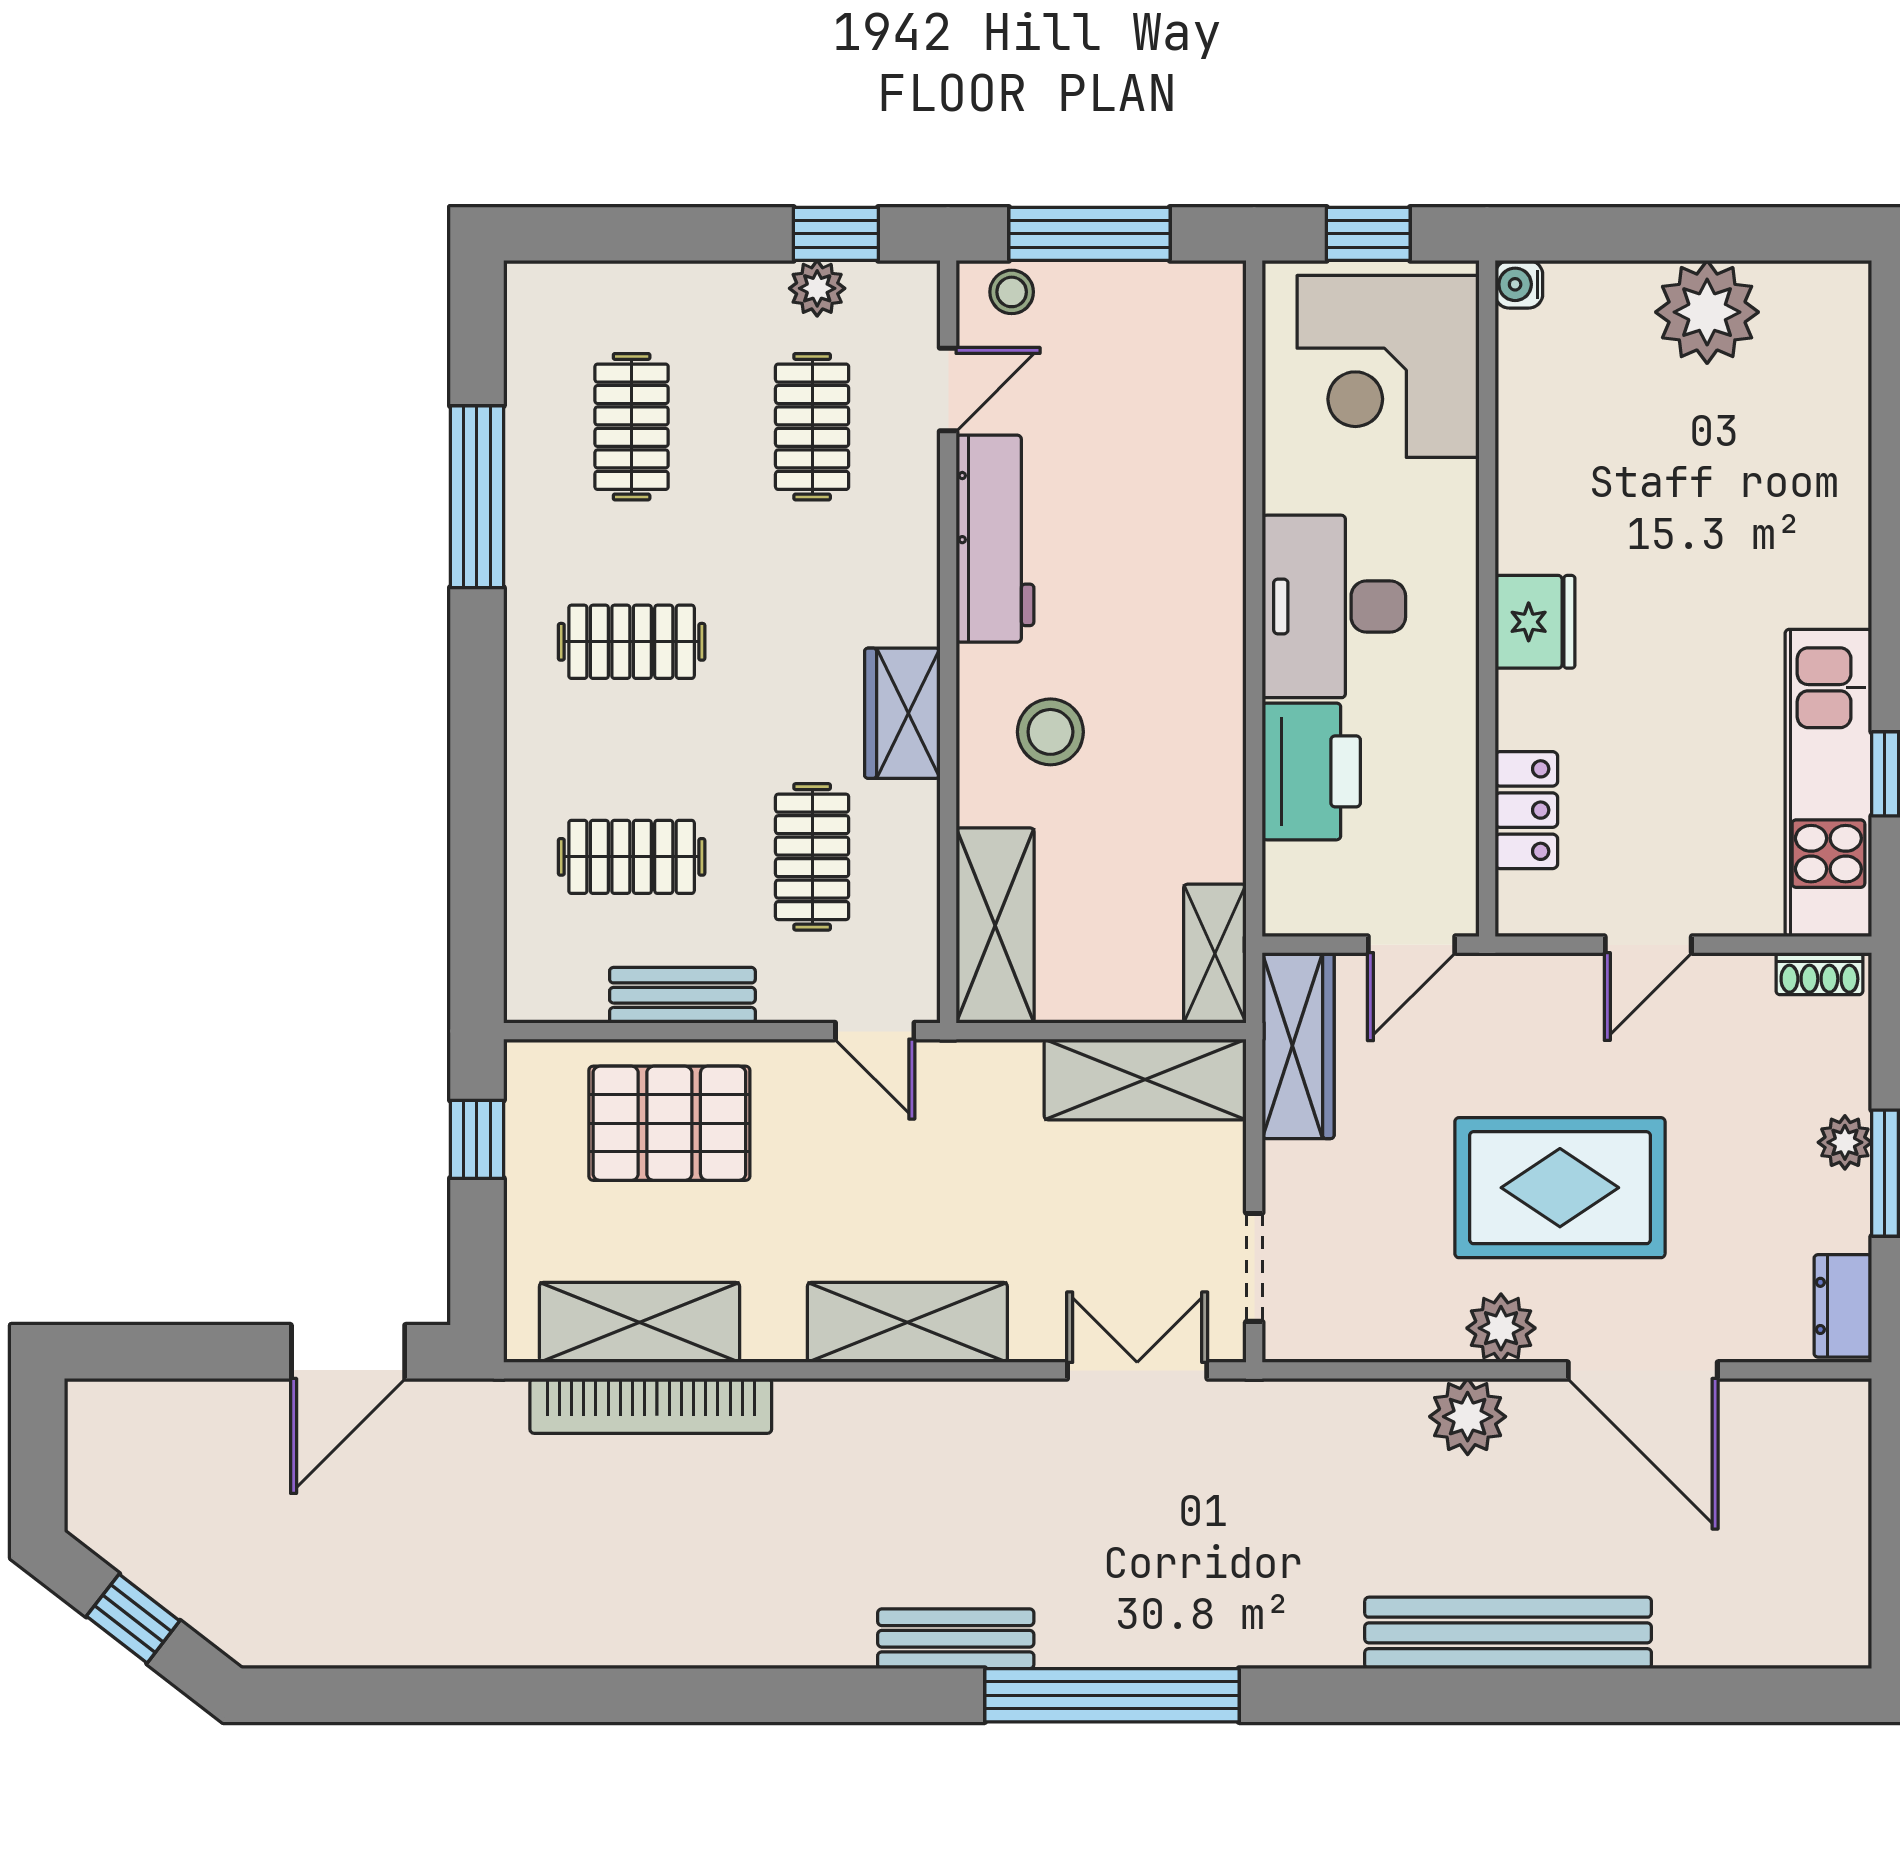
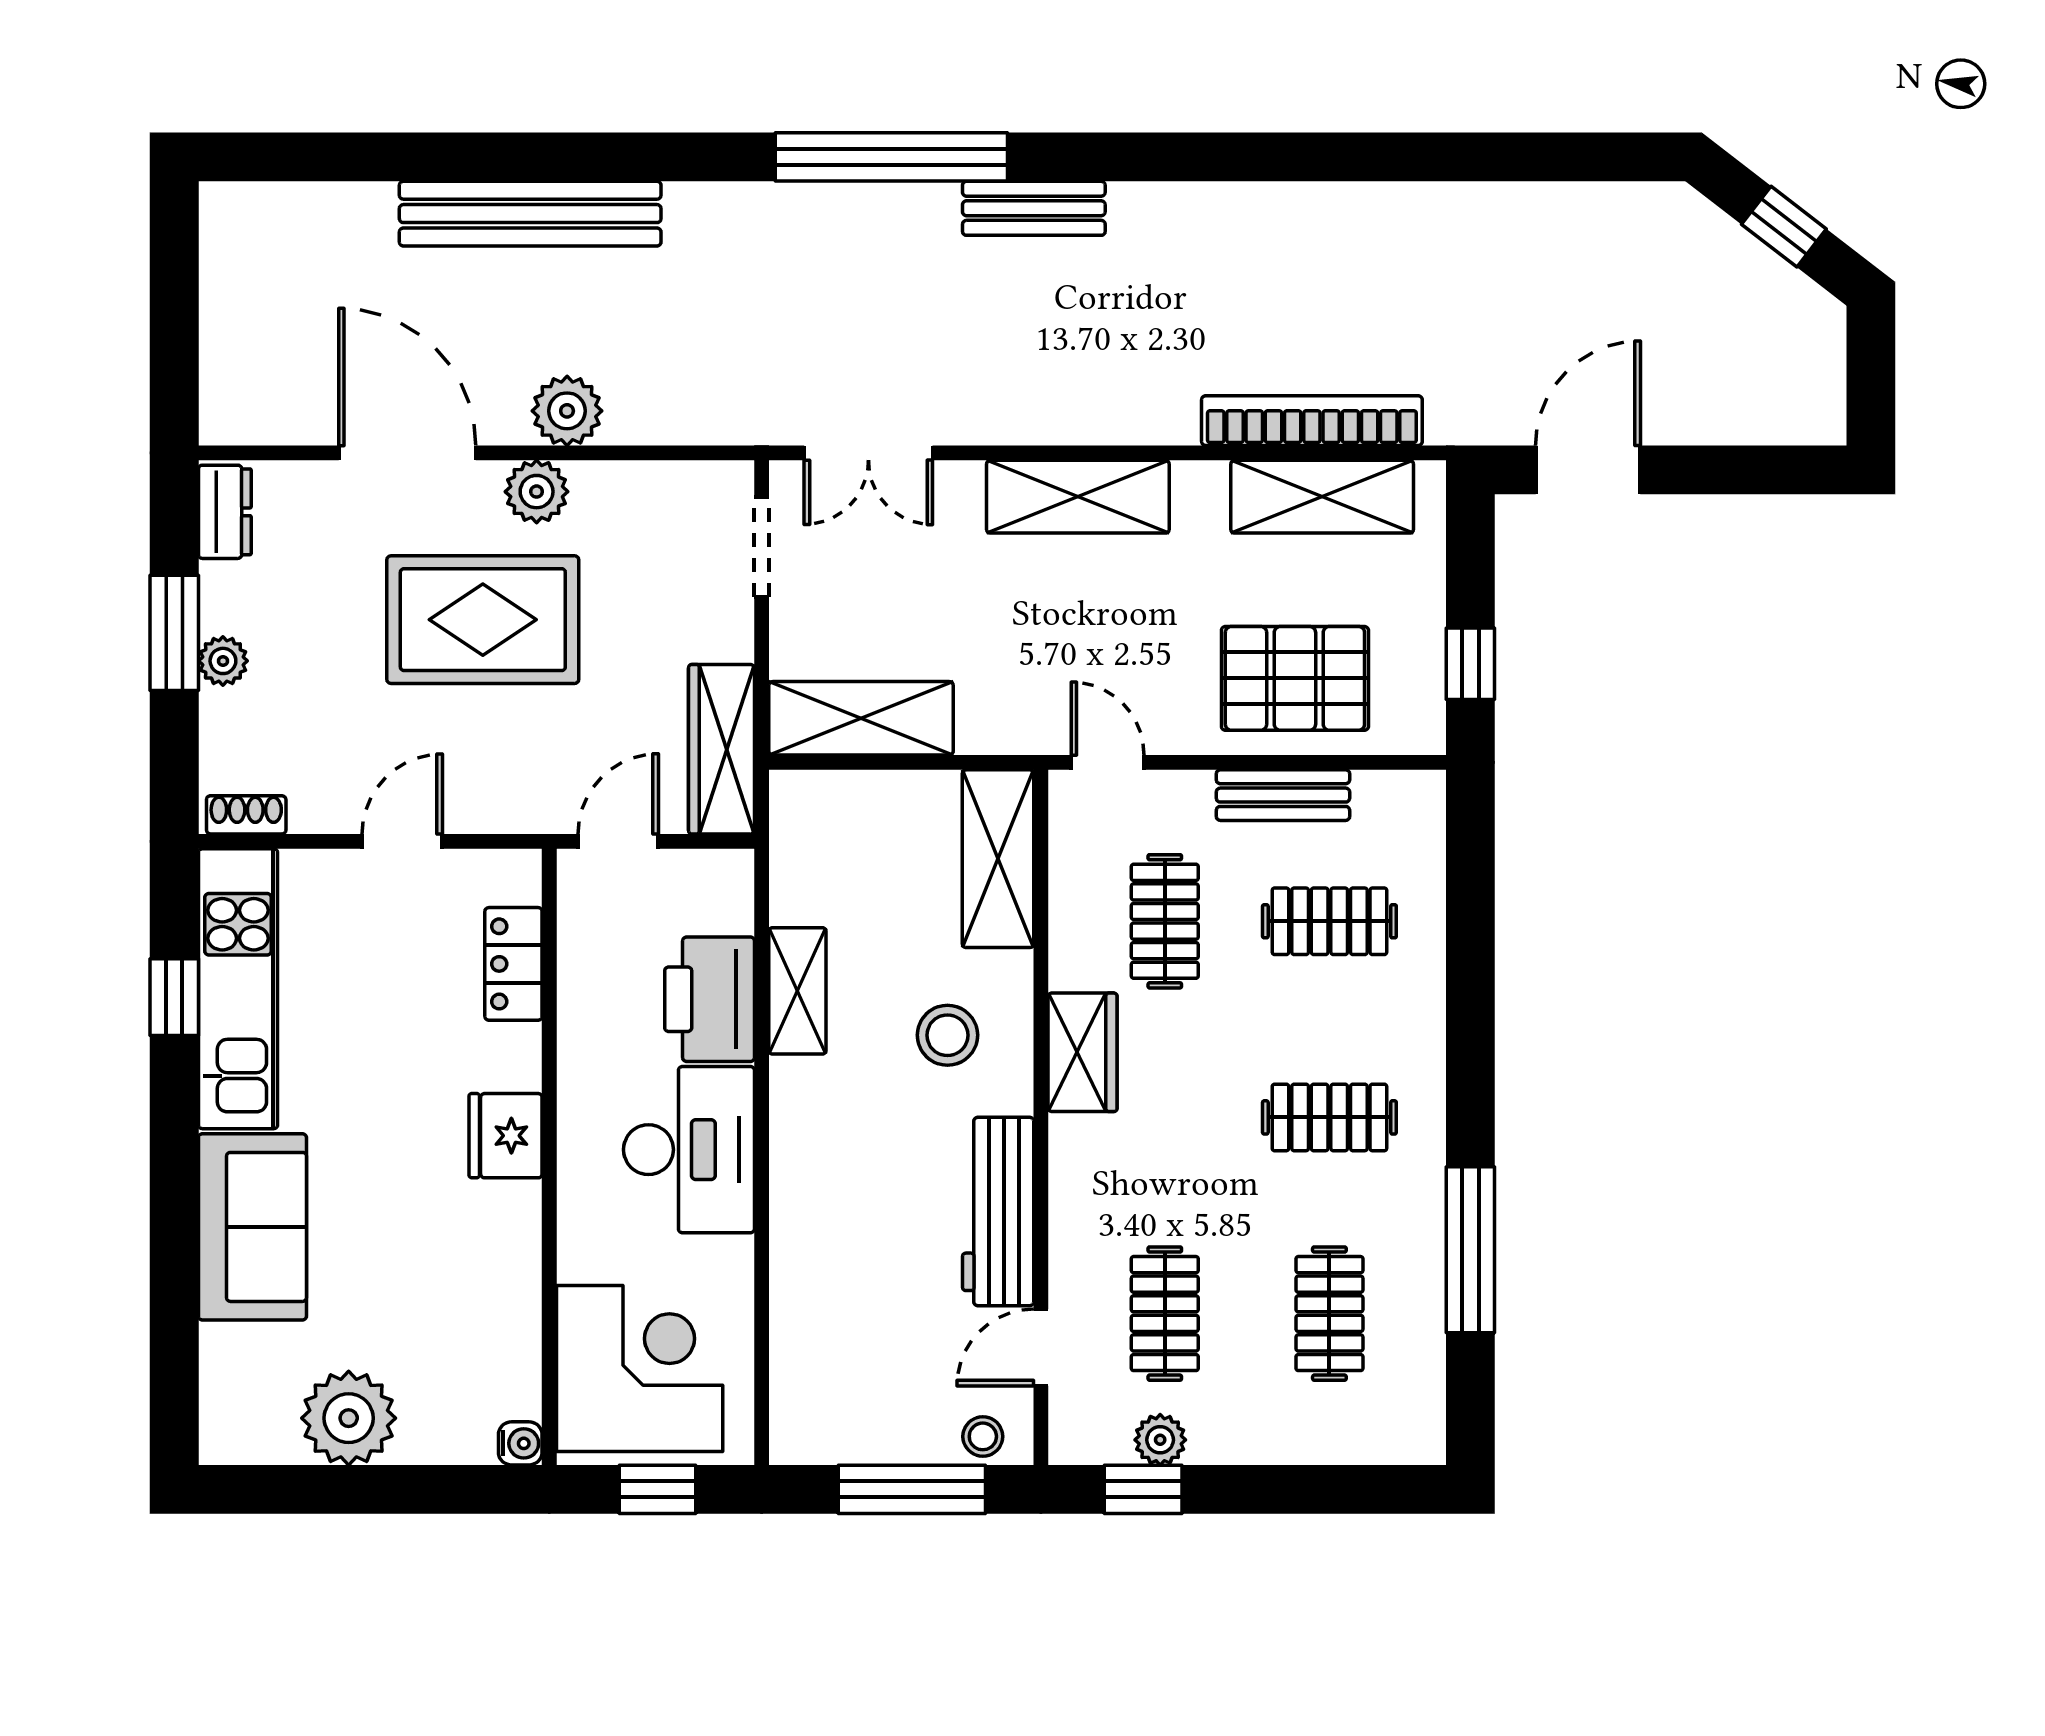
sofa: (1813, 522) -> (252, 1227), added
shelving: (1215, 954) -> (797, 991), moved

